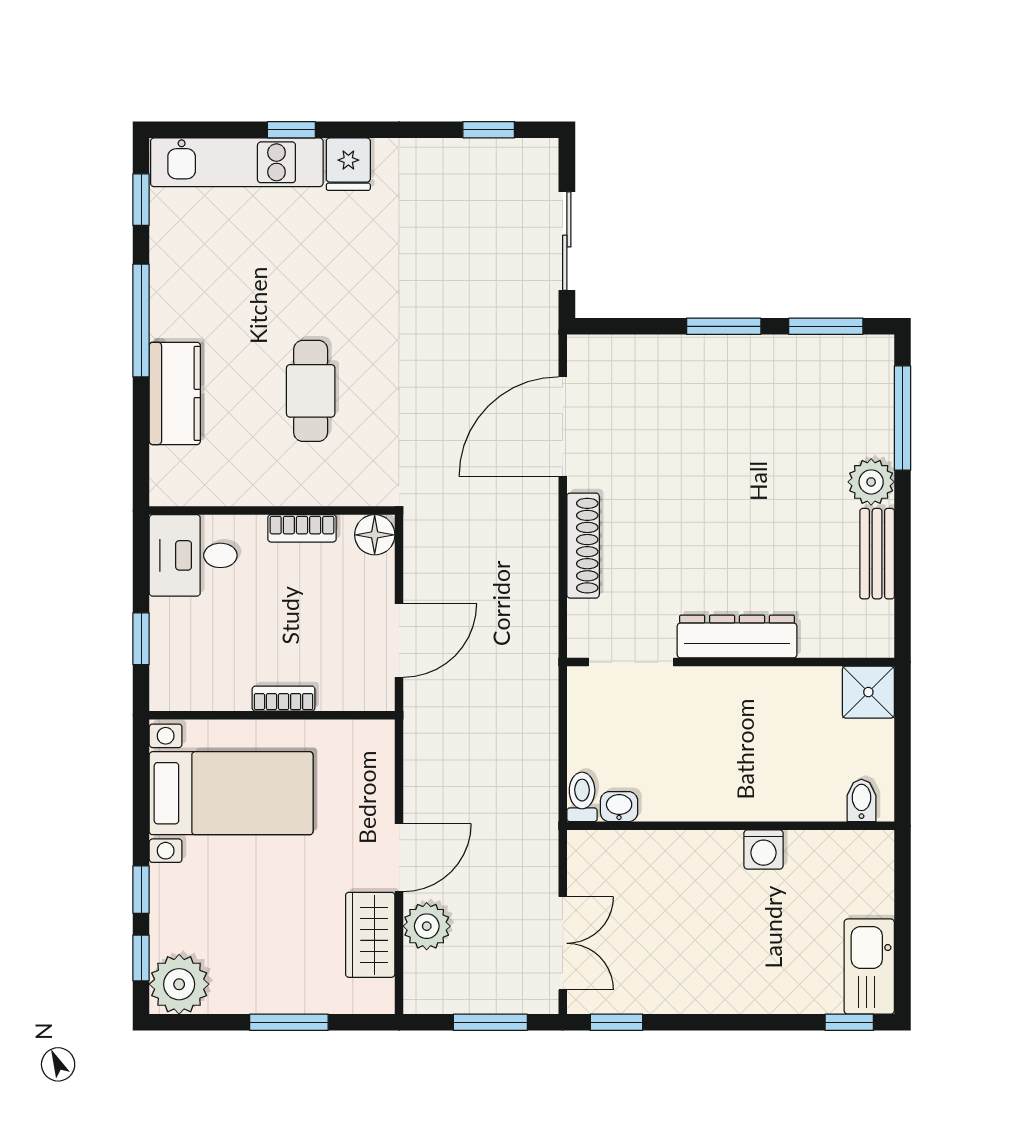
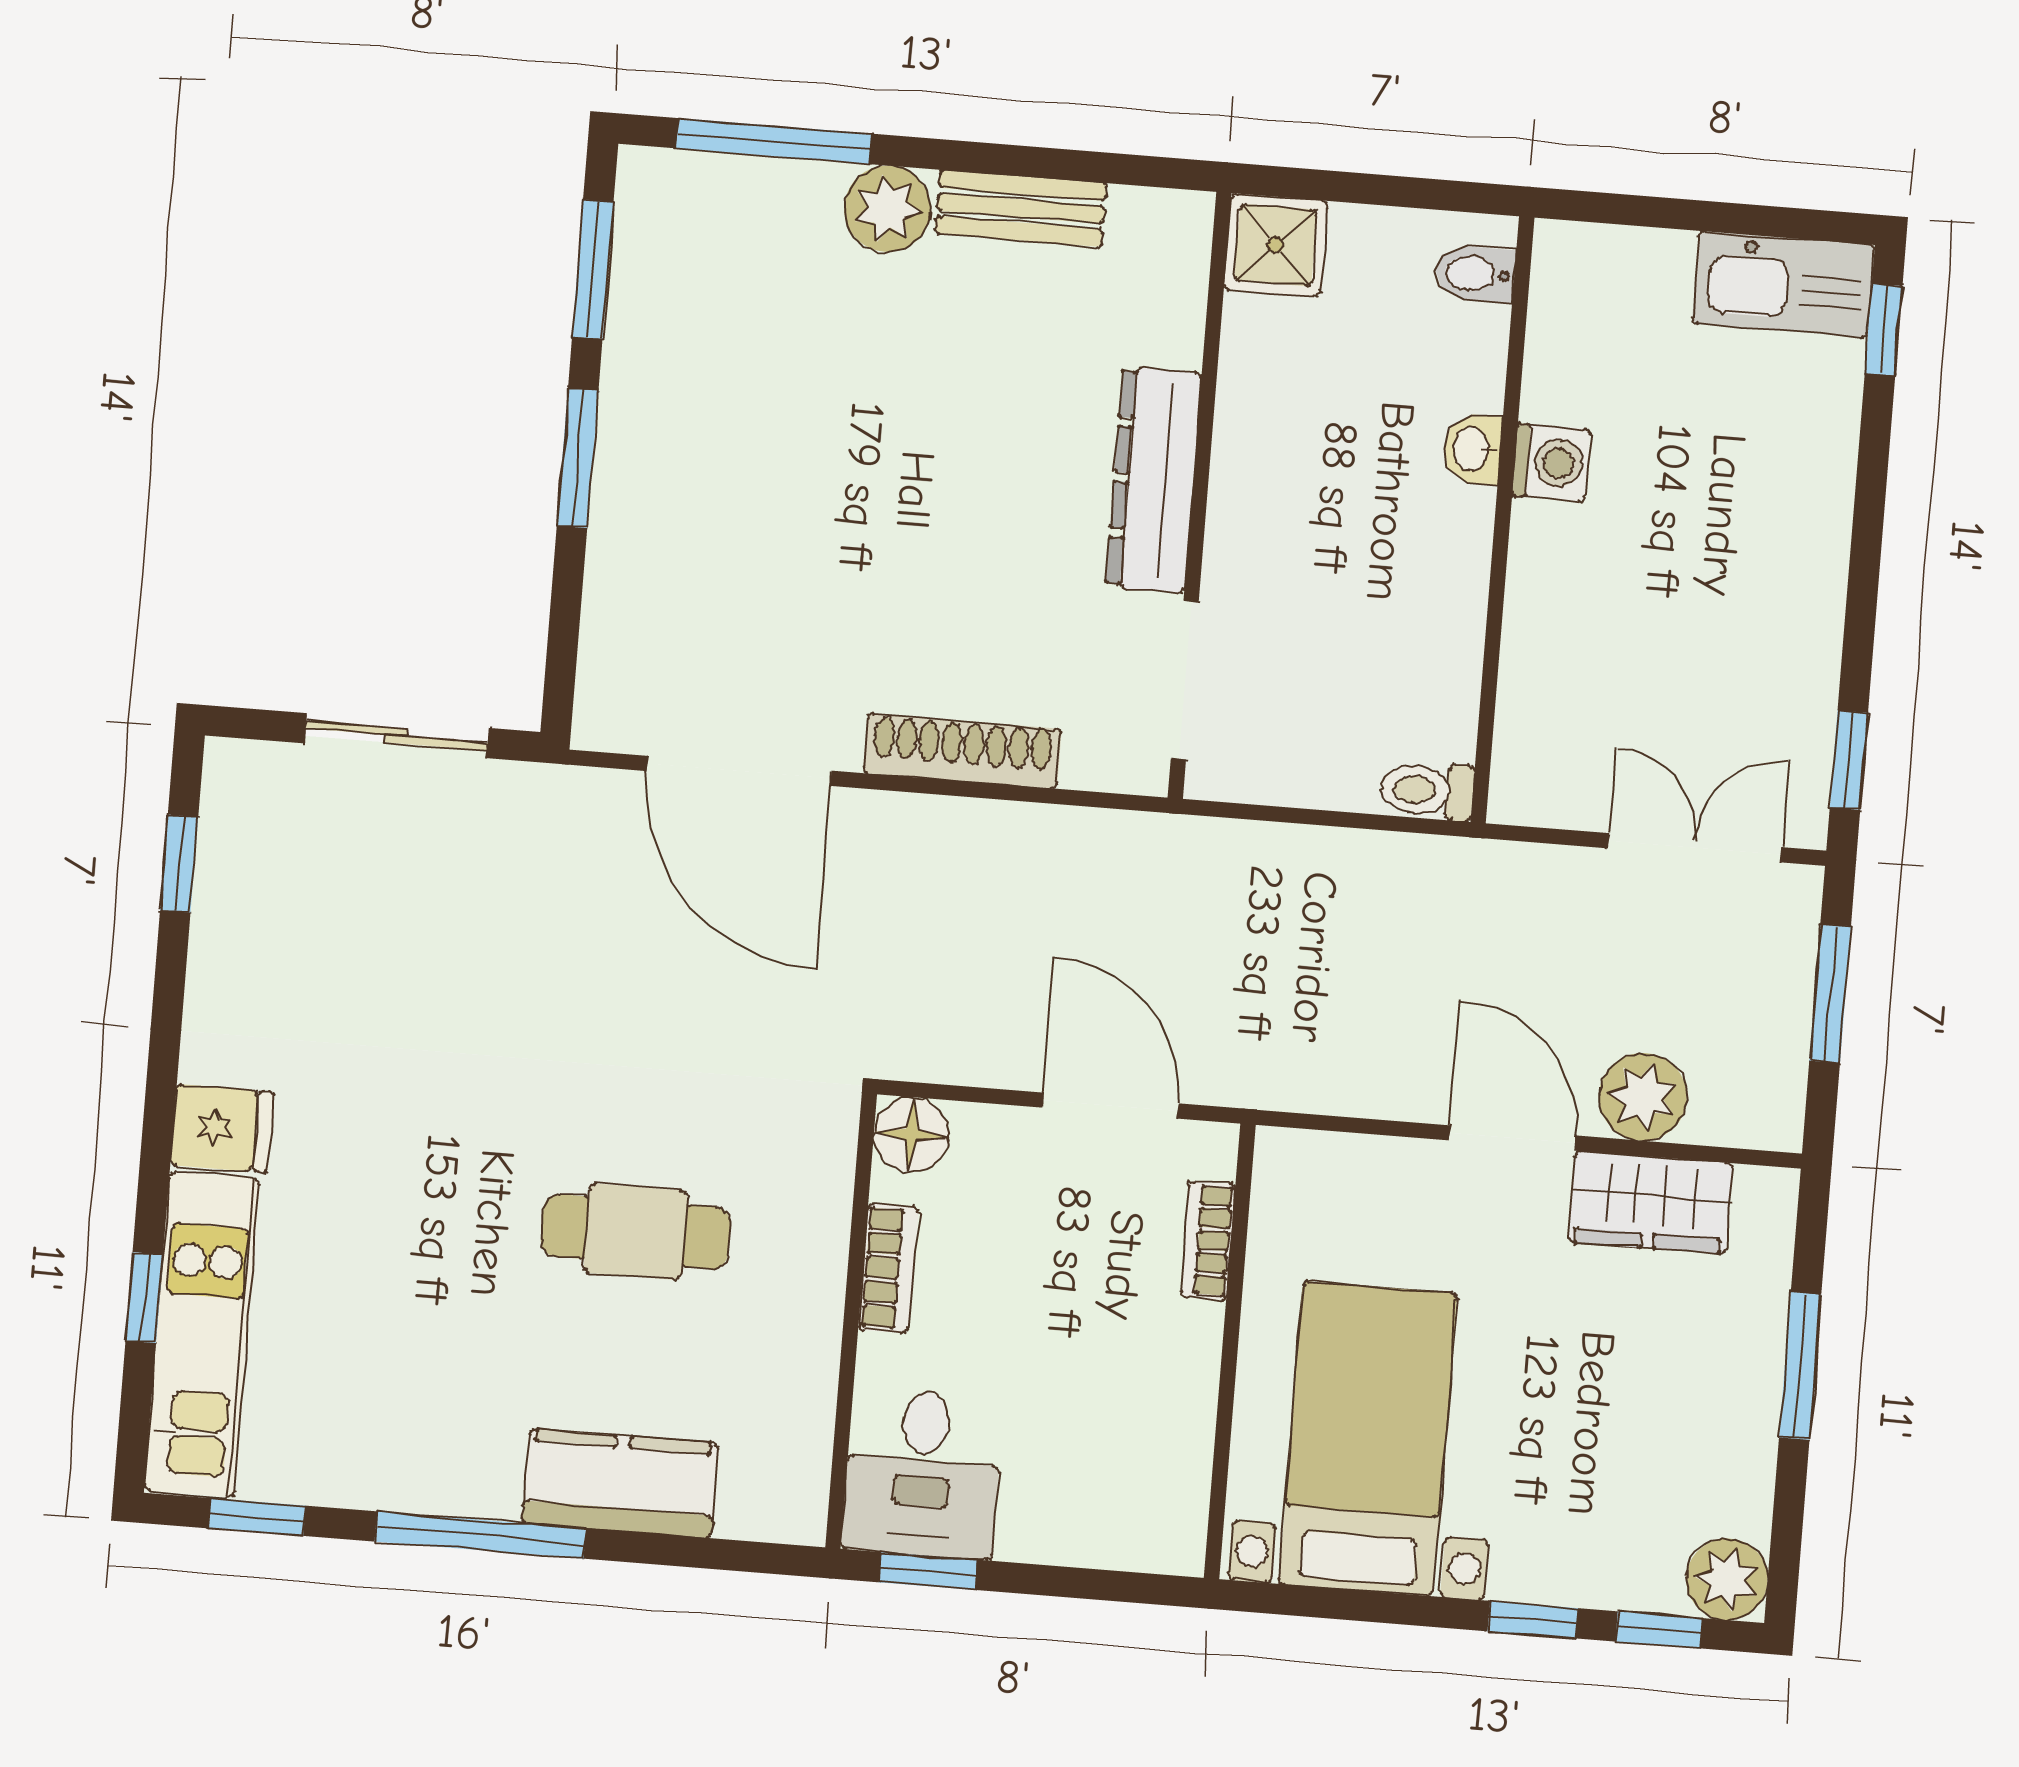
window: (291, 130) -> (144, 1298), moved
window: (141, 639) -> (928, 1571), moved
bookcase: (284, 699) -> (1208, 1240), moved
washbasin: (619, 807) -> (1473, 449), moved
plant: (179, 984) -> (1727, 1579), width x0.73, depth x0.73

